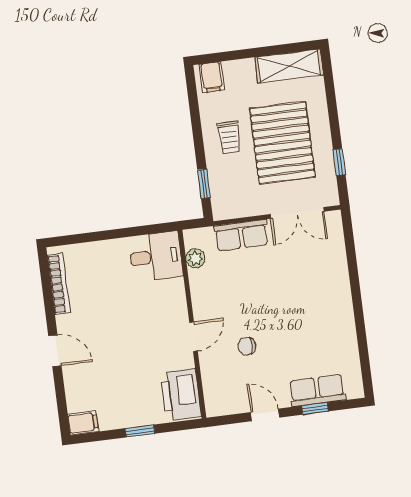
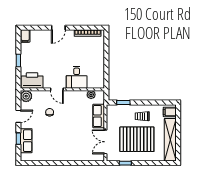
shelving: (289, 66) -> (170, 140), width x1.47
desk: (156, 257) -> (77, 77), moved
plant: (218, 403) -> (26, 96), added

